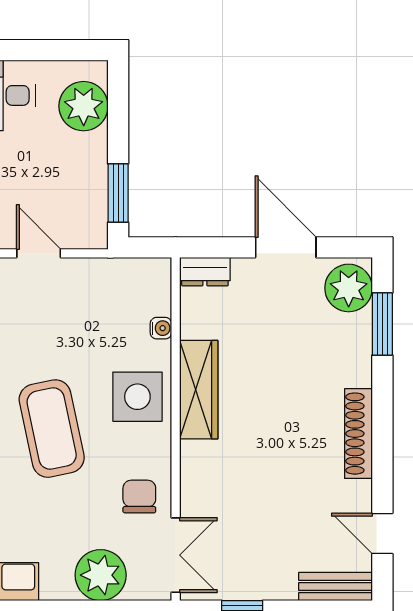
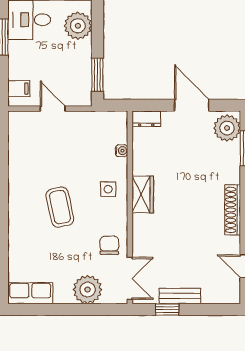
wardrobe: (199, 390) -> (143, 194), width x0.67
side table: (137, 397) -> (108, 189), width x0.54, depth x0.54
coffee table: (52, 429) -> (60, 207), width x0.73, depth x0.76
bench: (336, 587) -> (180, 296), moved

